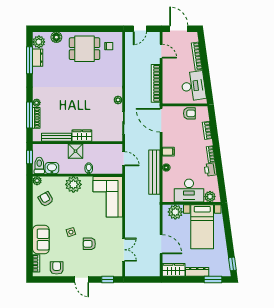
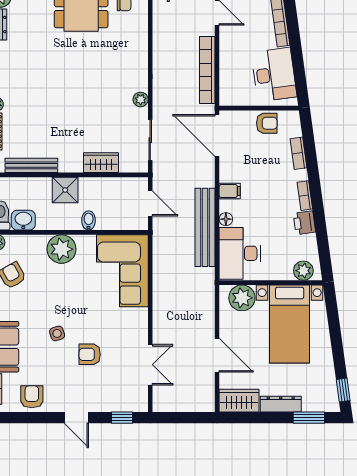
wardrobe: (82, 136) -> (101, 163), moved
desk: (189, 191) -> (240, 253), moved, turned 90

